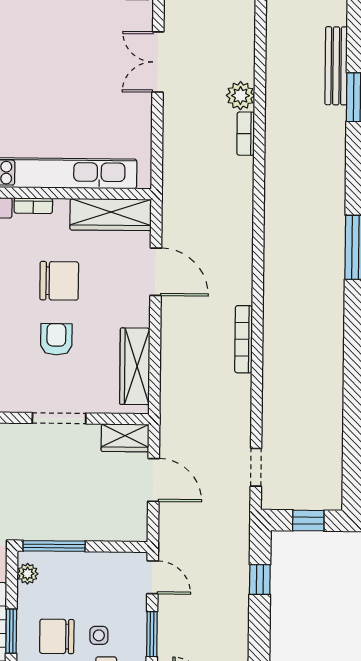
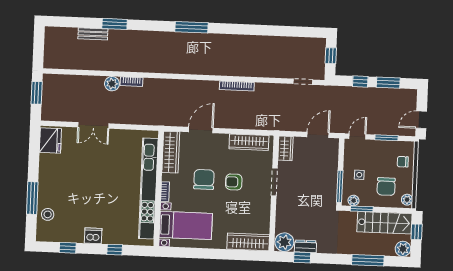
bench: (336, 66) -> (93, 34), width x0.73
door: (154, 480) -> (318, 135), moved
window: (11, 631) -> (362, 209), moved
window: (259, 634) -> (388, 83), added
side table: (99, 635) -> (359, 175), moved

